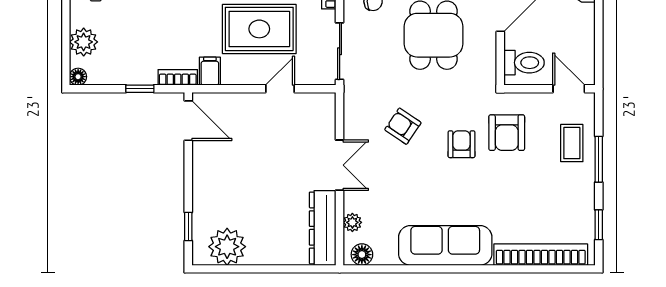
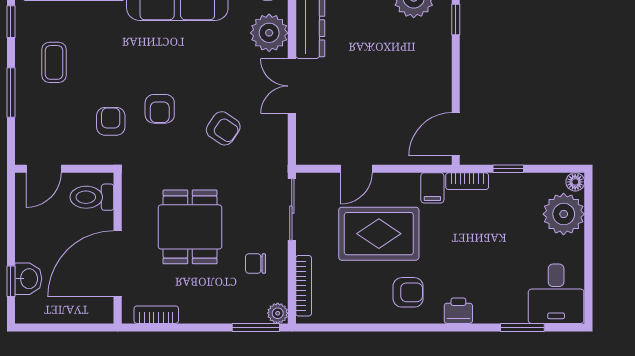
plant: (84, 42) -> (564, 214), width x1.36, depth x1.36
door: (569, 89) -> (44, 169), hinge flipped
door: (188, 121) -> (456, 134), hinge flipped
armchair: (507, 133) -> (111, 121), width x0.72, depth x0.72
coffee table: (572, 143) -> (54, 62), moved
plant: (352, 222) -> (269, 33), width x1.87, depth x1.87

